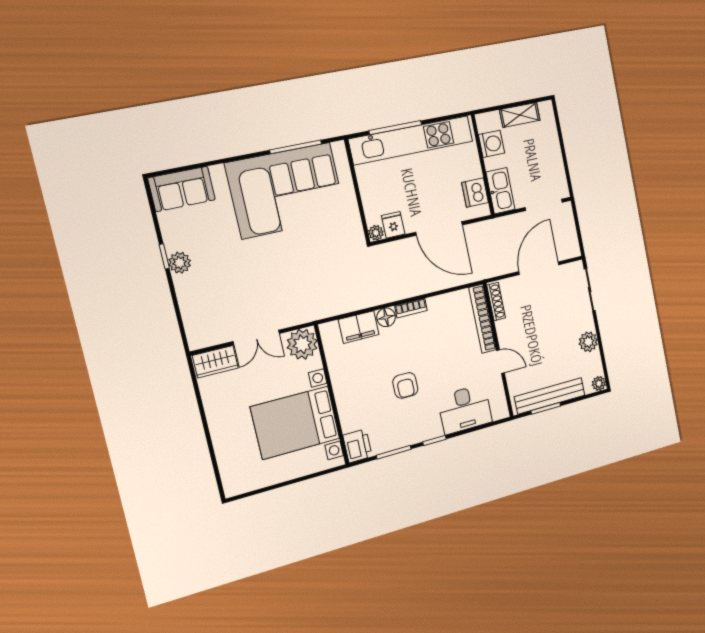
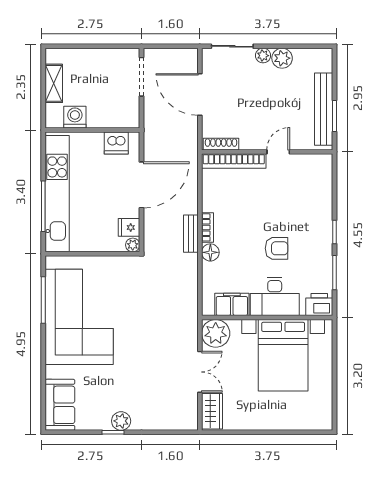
kitchen sink: (501, 191) -> (120, 118), removed
bench: (401, 292) -> (191, 234), added
filing cabinet: (359, 327) -> (232, 304), moved, turned -90
plant: (599, 383) -> (263, 56), moved
desk: (465, 409) -> (275, 297), moved, turned 90

